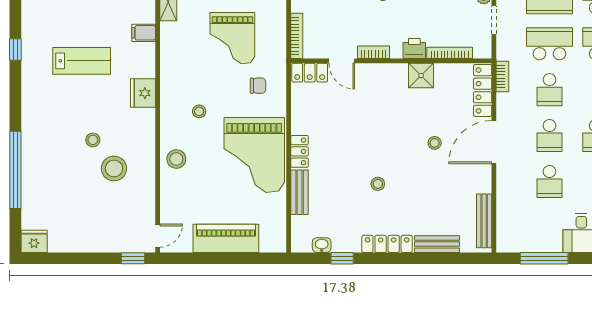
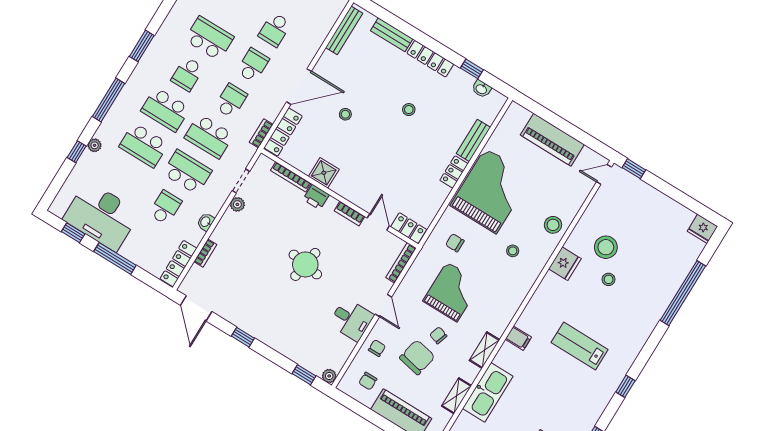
fridge: (143, 93) -> (565, 264), moved
school desk: (549, 182) -> (275, 30), turned 180

